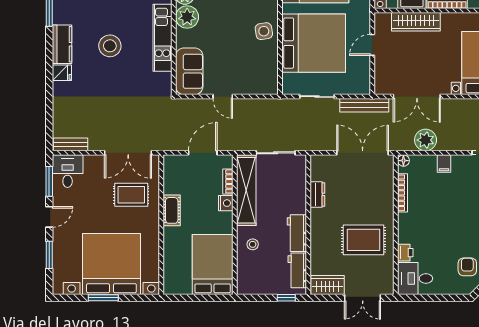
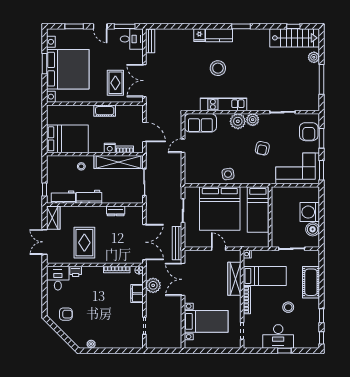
filing cabinet: (444, 164) -> (137, 294), width x2.00

